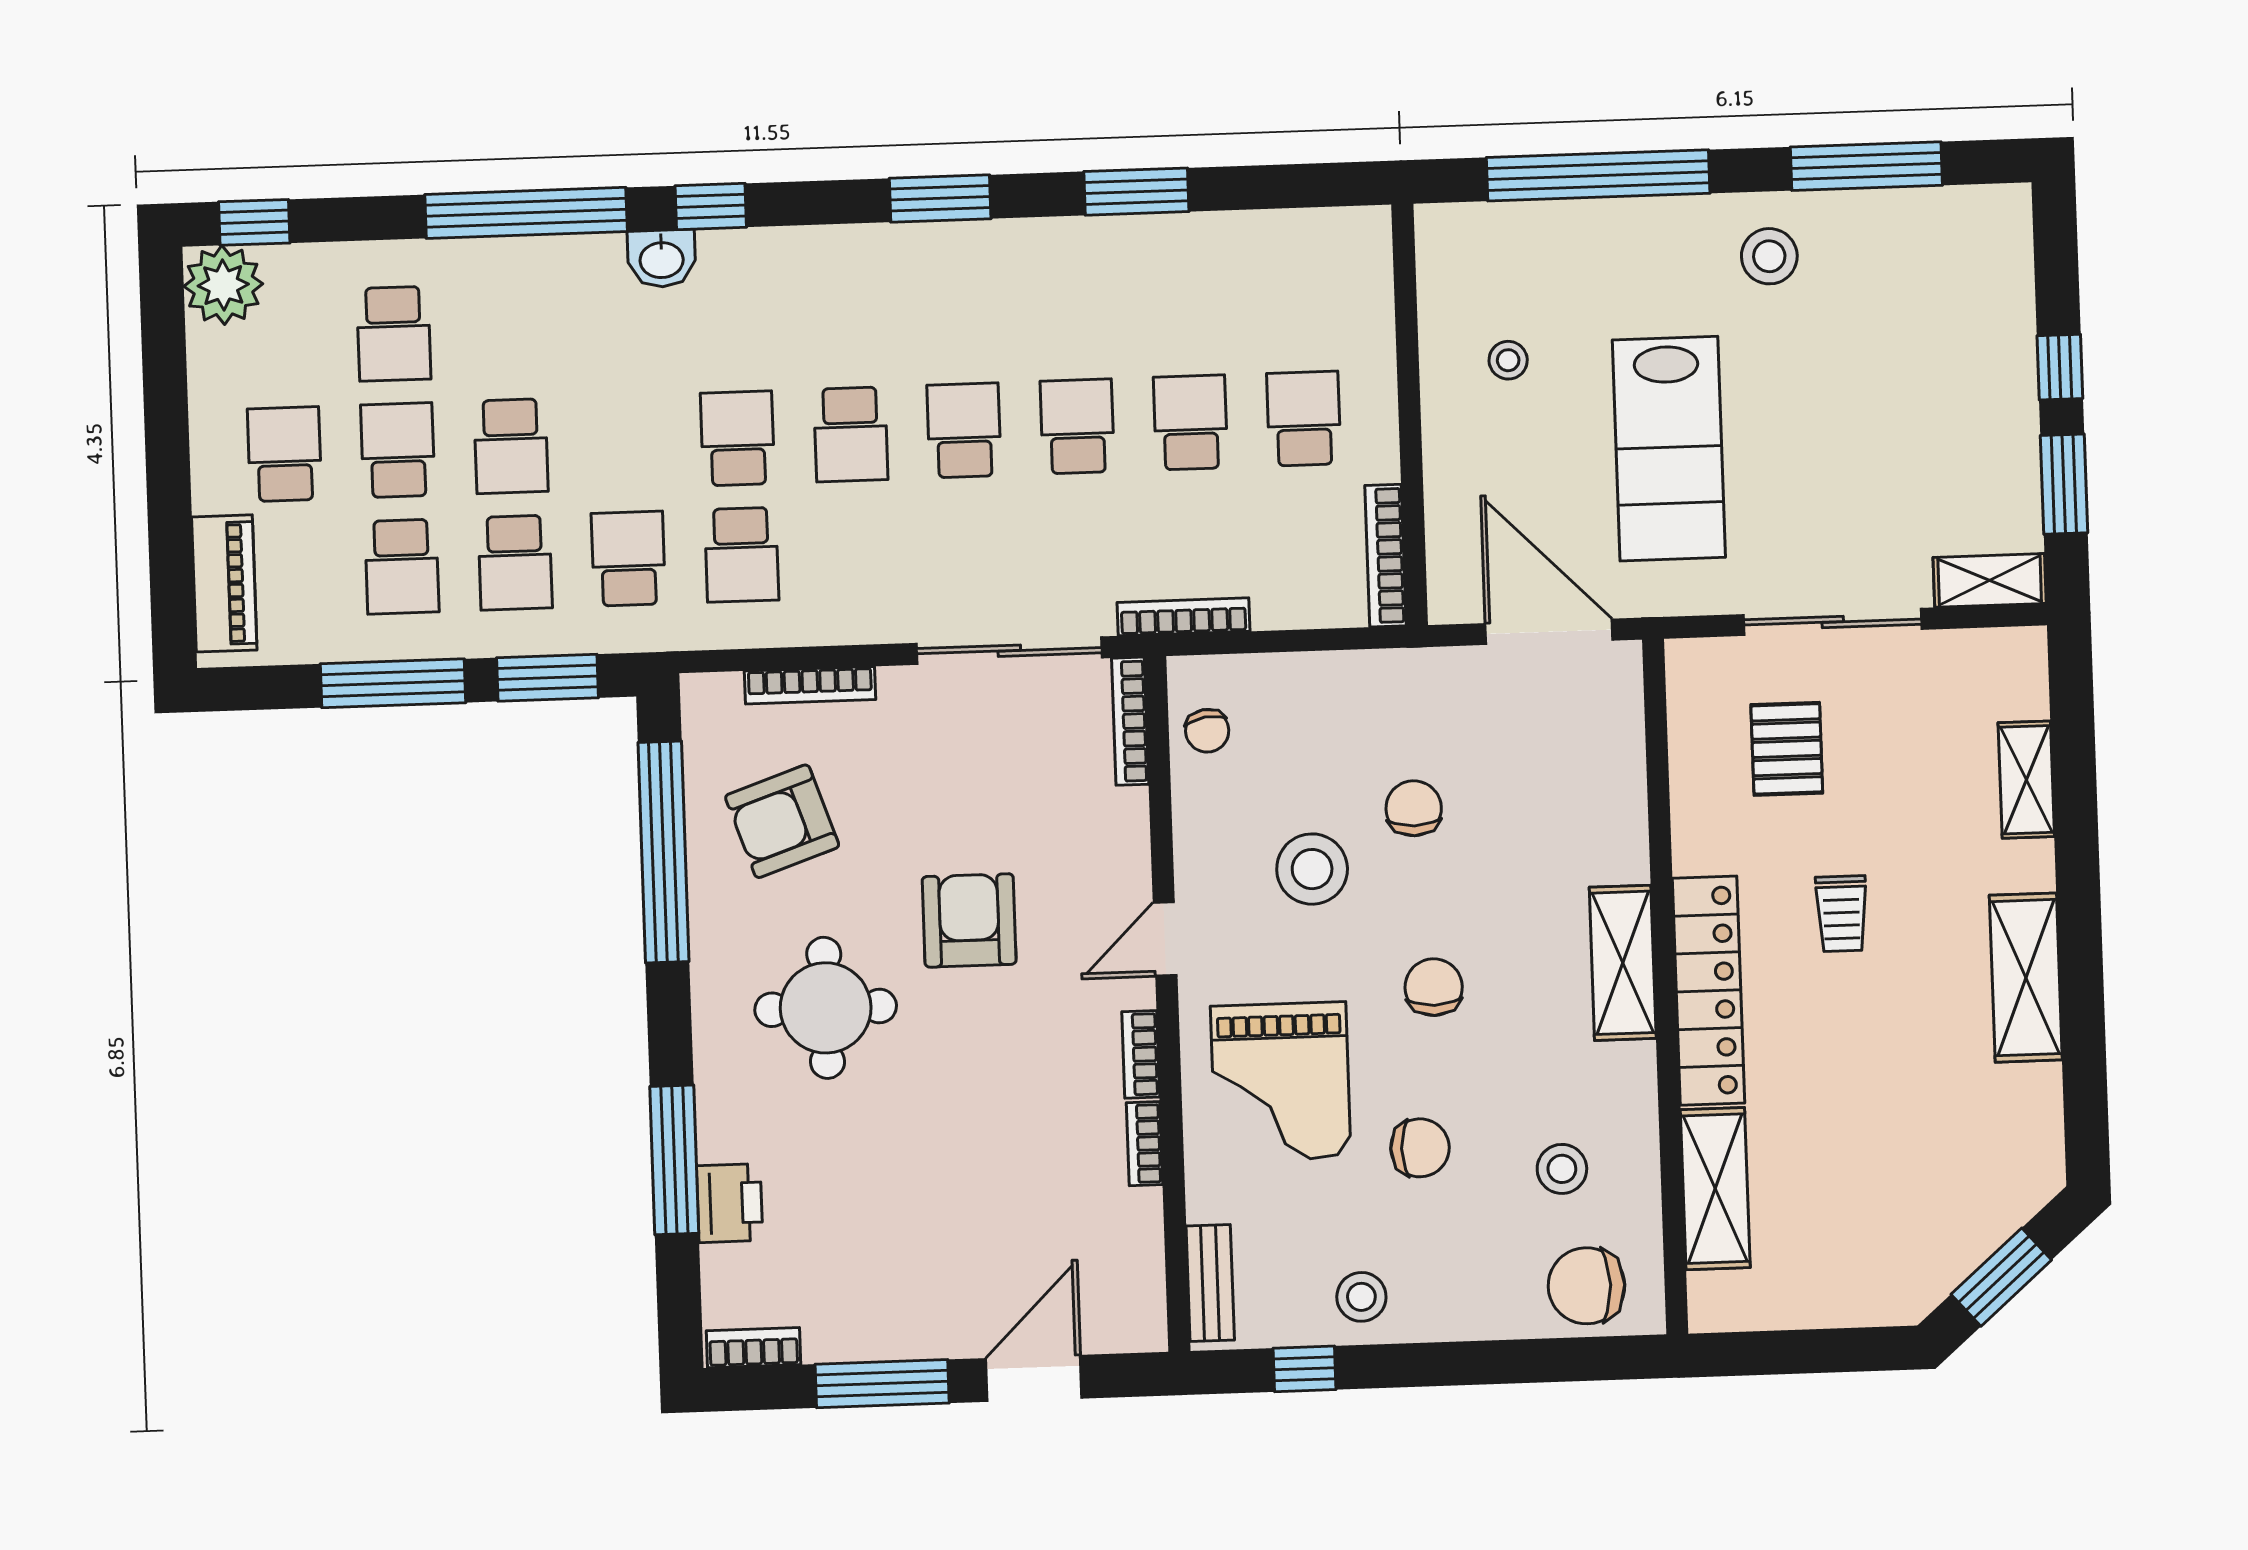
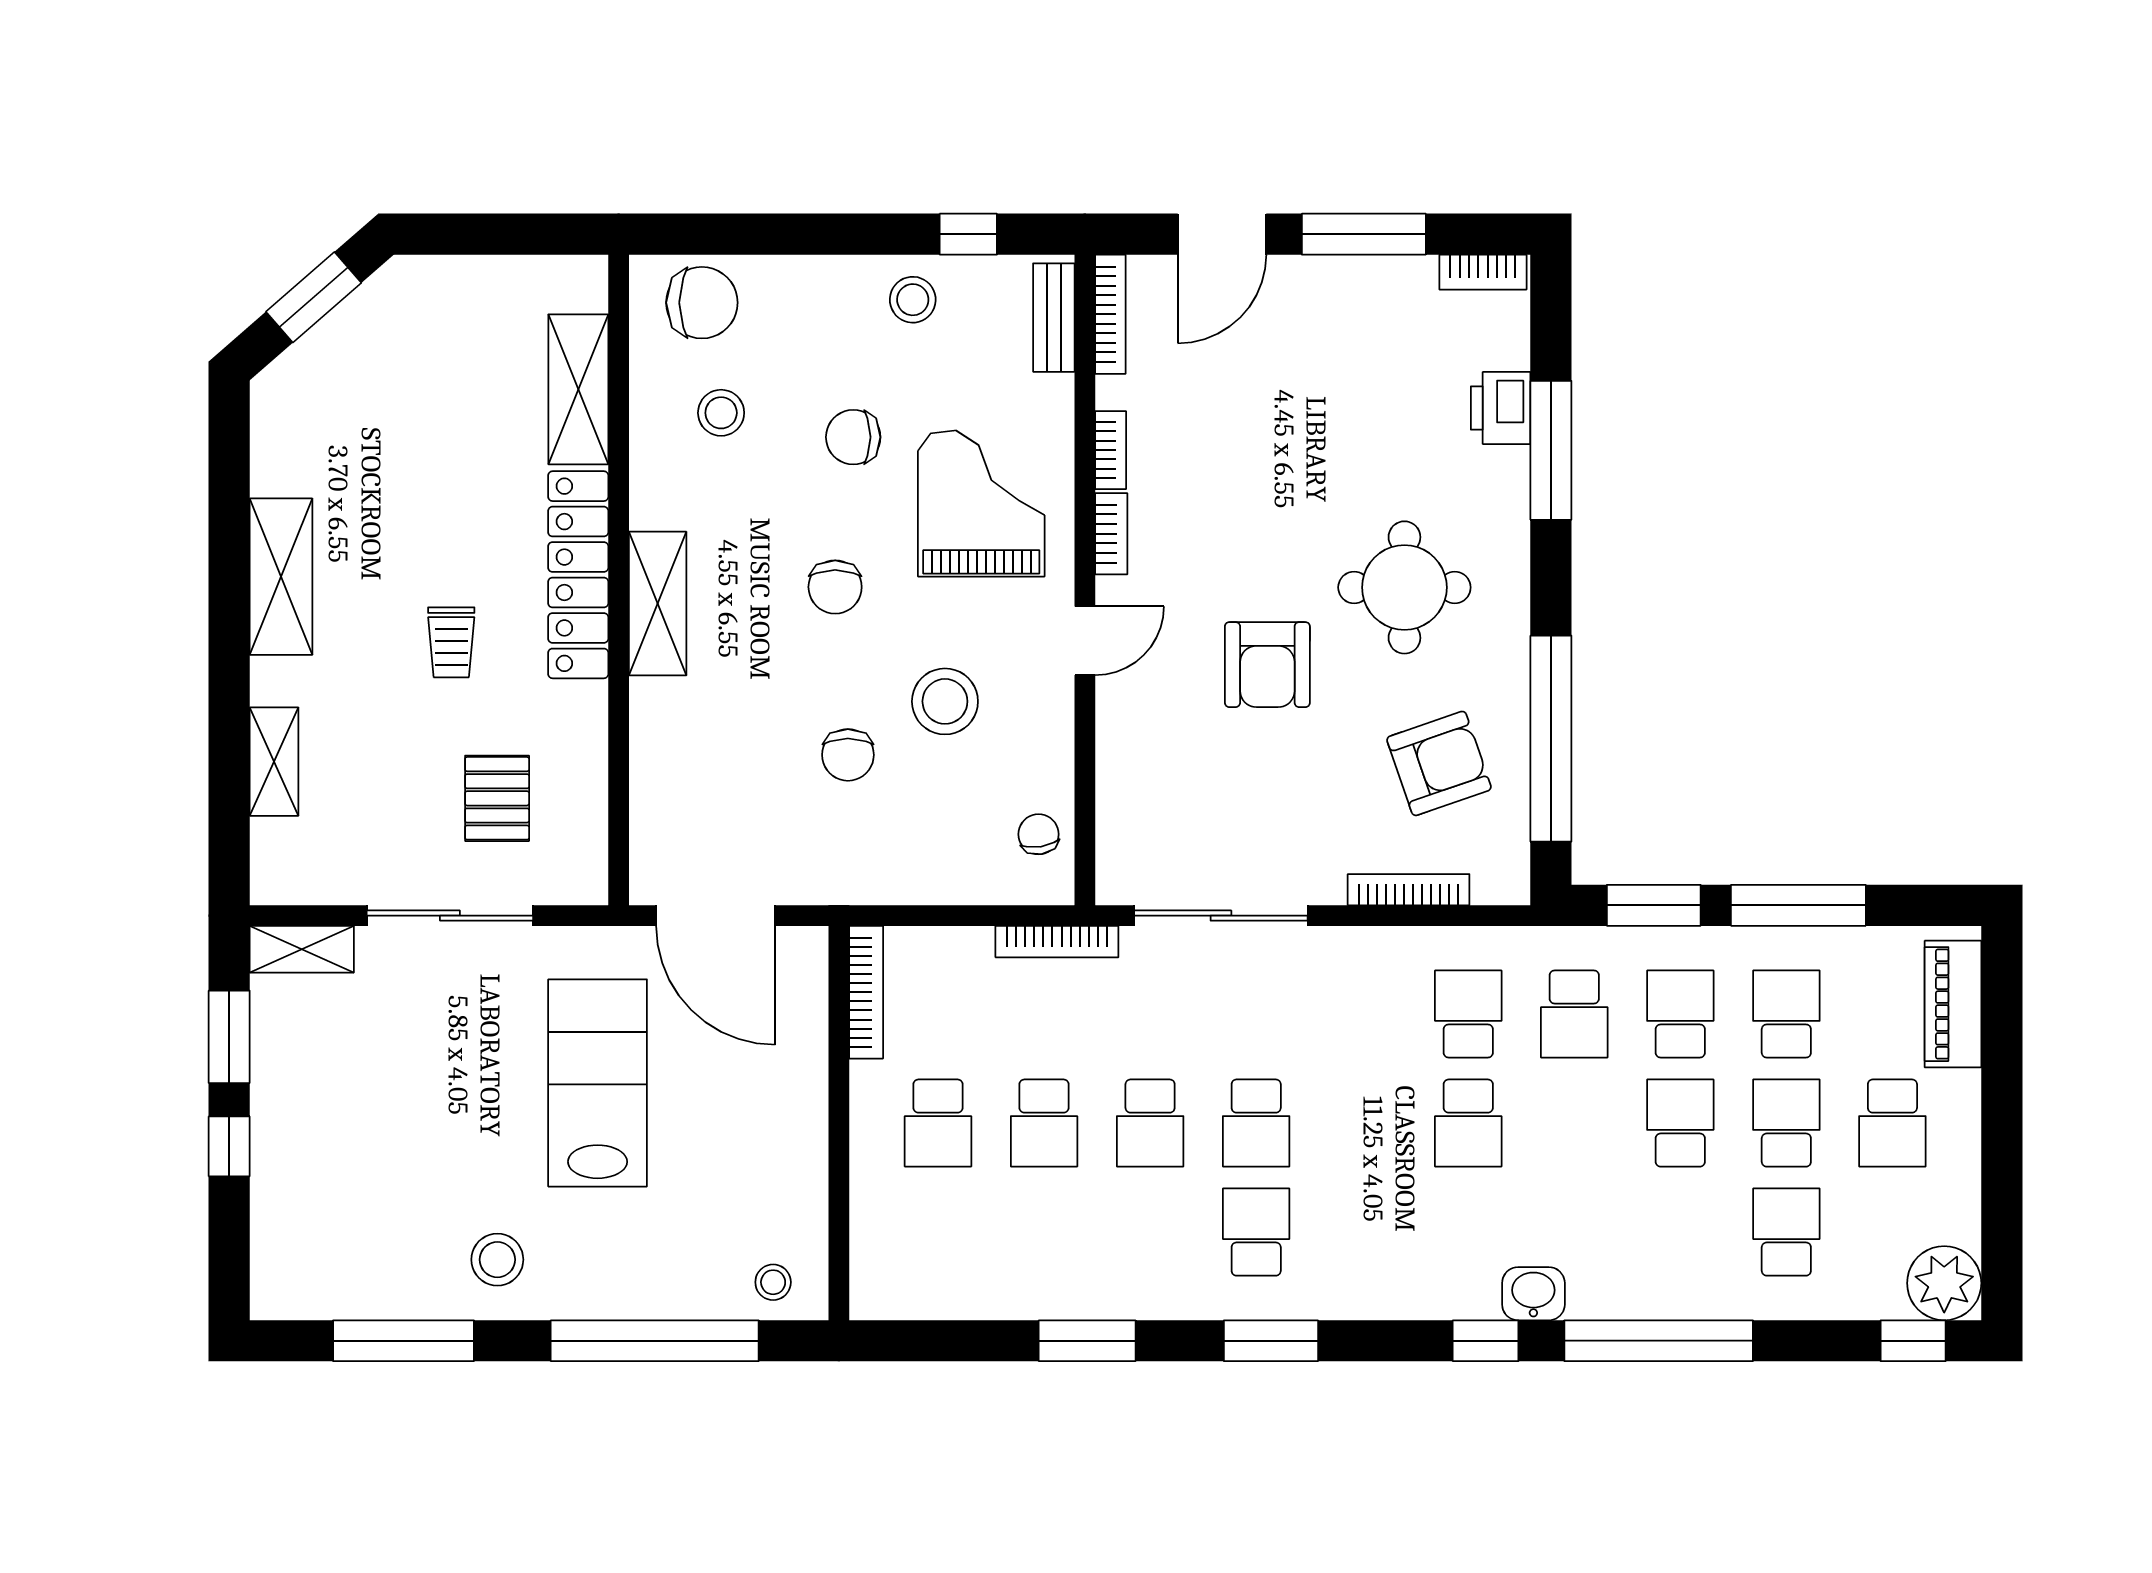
stool: (1508, 360) -> (773, 1282), moved
school desk: (851, 434) -> (1256, 1232), moved
school desk: (398, 450) -> (1786, 1123), turned 180
bookcase: (1130, 721) -> (1110, 314), moved
trolley: (1842, 914) -> (451, 642), turned 180

